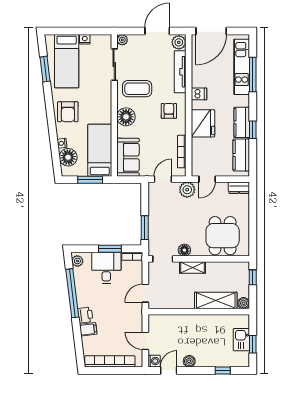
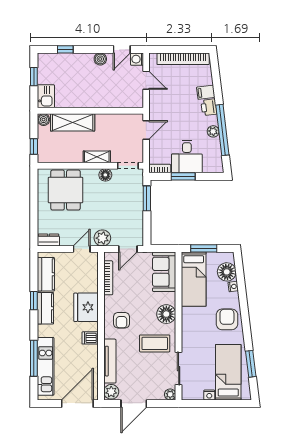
plant: (77, 261) -> (213, 131), moved
kitchen sink: (241, 340) -> (46, 96), moved

